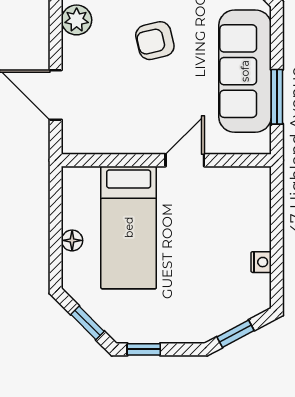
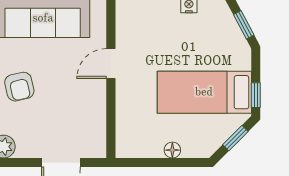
door: (185, 160) -> (111, 64), hinge flipped
bed: (129, 227) -> (204, 92), moved, turned 180

